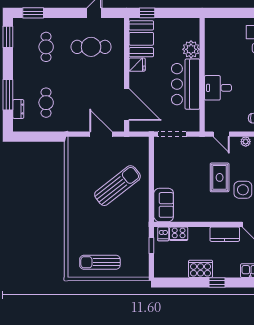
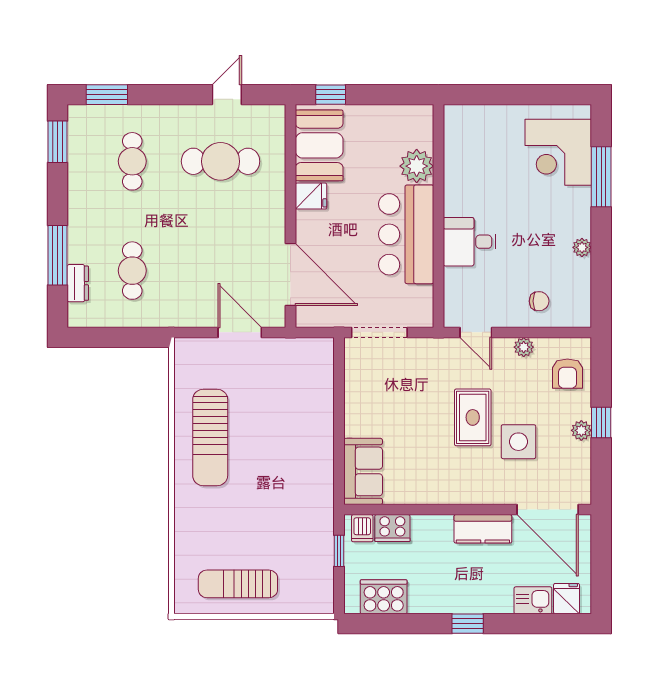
sun lounger: (117, 186) -> (210, 438), moved, turned 128
cooker: (201, 269) -> (384, 597), moved

